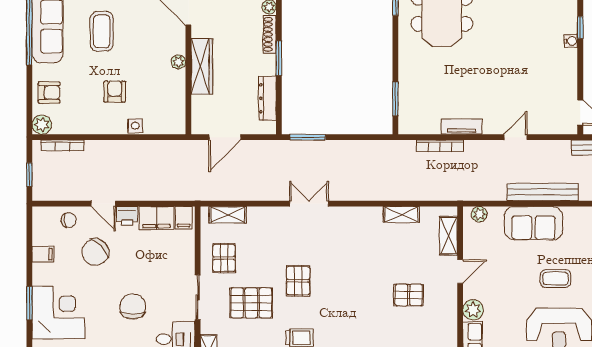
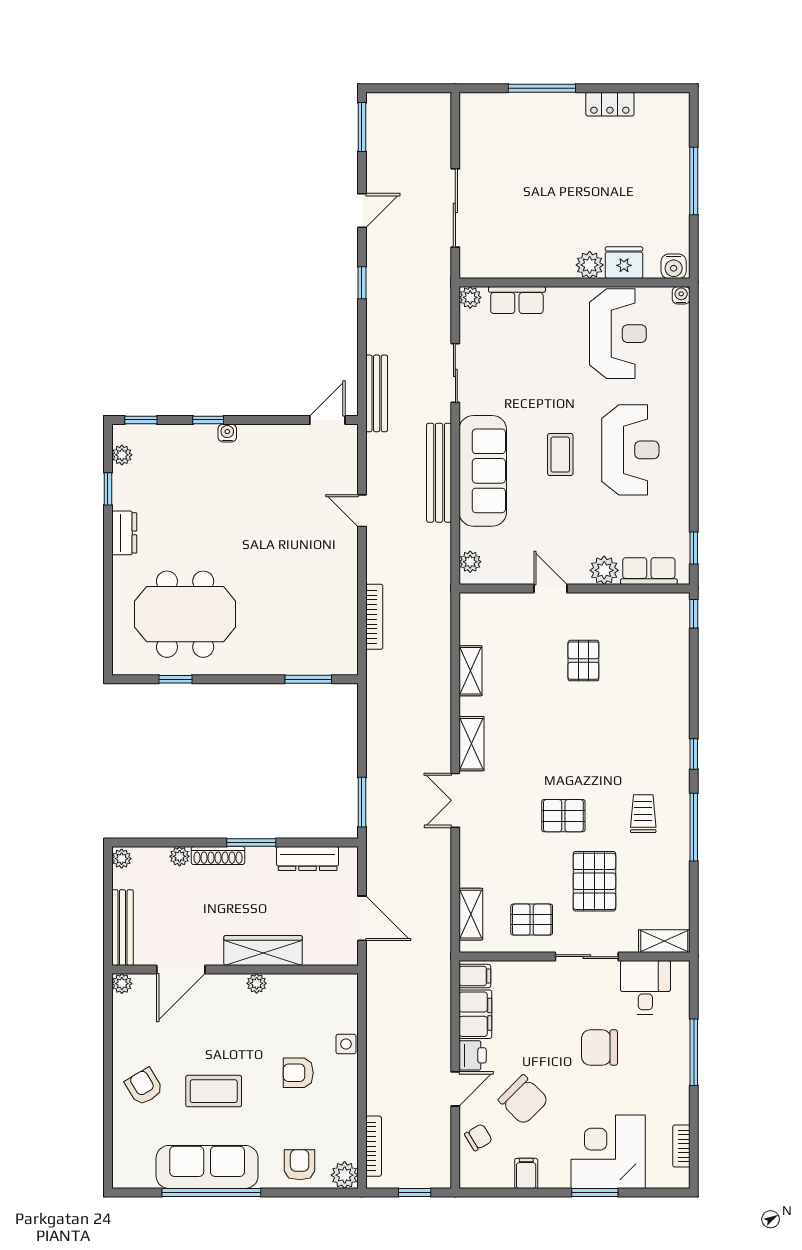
tv unit: (461, 127) -> (347, 586), removed
chair: (69, 220) -> (478, 1137), turned 66
sofa: (533, 223) -> (483, 471), width x1.36
shelving: (449, 236) -> (472, 744), moved, turned 90

